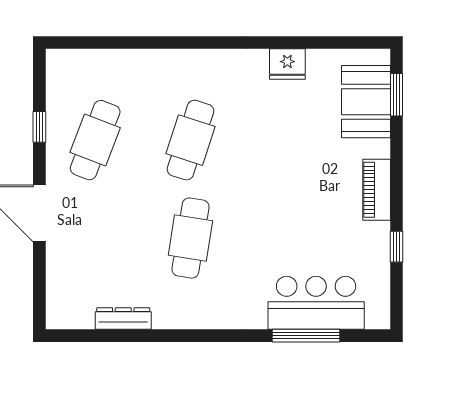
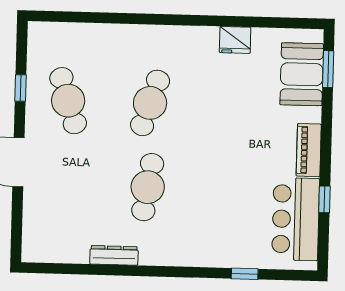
cafe table: (95, 140) -> (68, 101), turned -39
bar counter: (316, 303) -> (296, 219), moved, turned -90
dresser: (123, 319) -> (114, 255), moved
window: (306, 336) -> (245, 274), width x0.46

